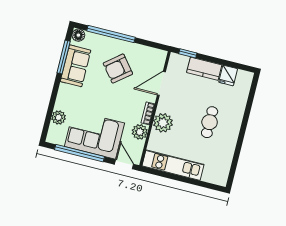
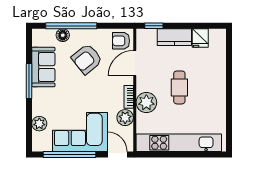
floor lamp: (78, 35) -> (63, 35), moved
window: (64, 57) -> (29, 81), moved
armchair: (154, 60) -> (121, 41), added
cafe table: (210, 122) -> (179, 87), moved
kitchen unit: (173, 165) -> (179, 143), width x1.36

